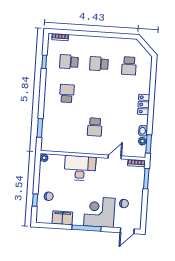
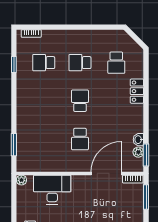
school desk: (67, 93) -> (80, 101), moved
locker: (144, 104) -> (137, 91), moved
door: (115, 157) -> (106, 173), width x1.88
desk: (80, 168) -> (52, 190), moved

